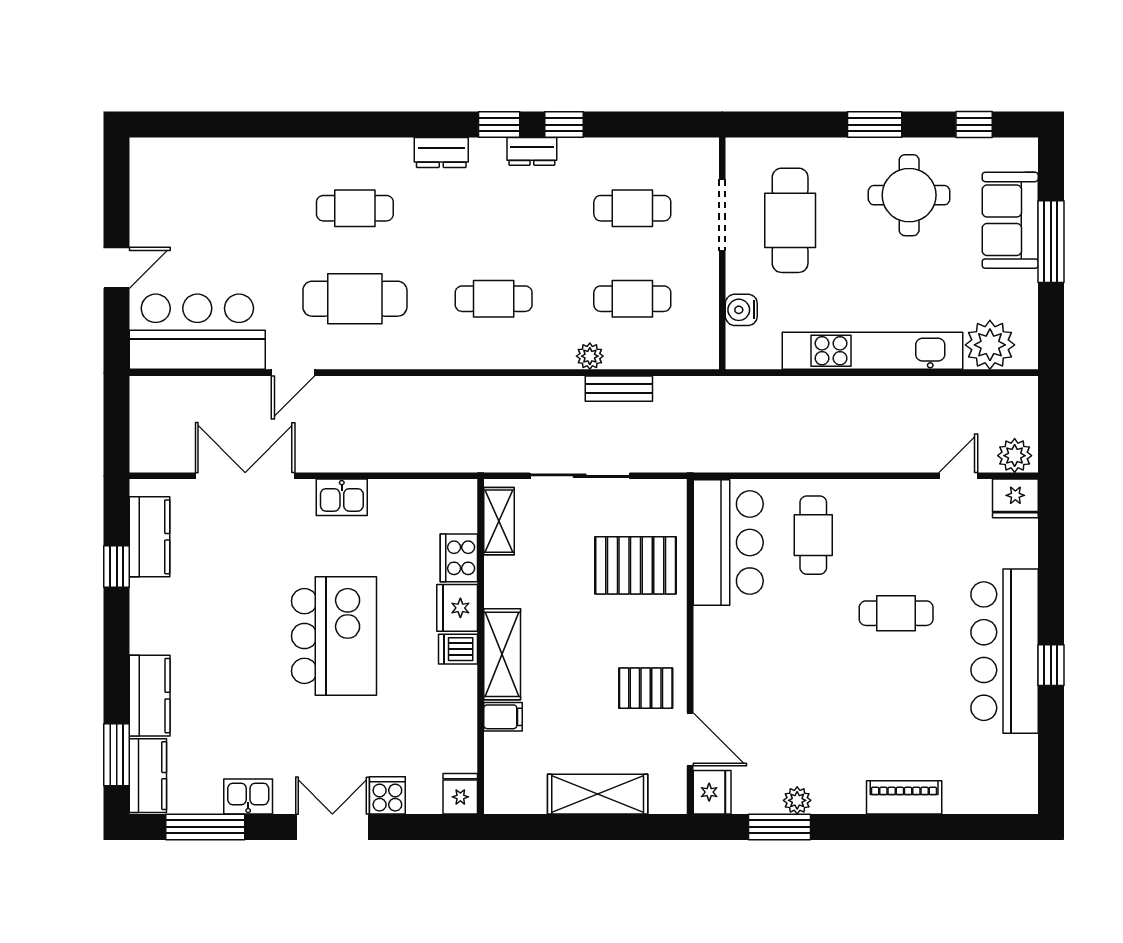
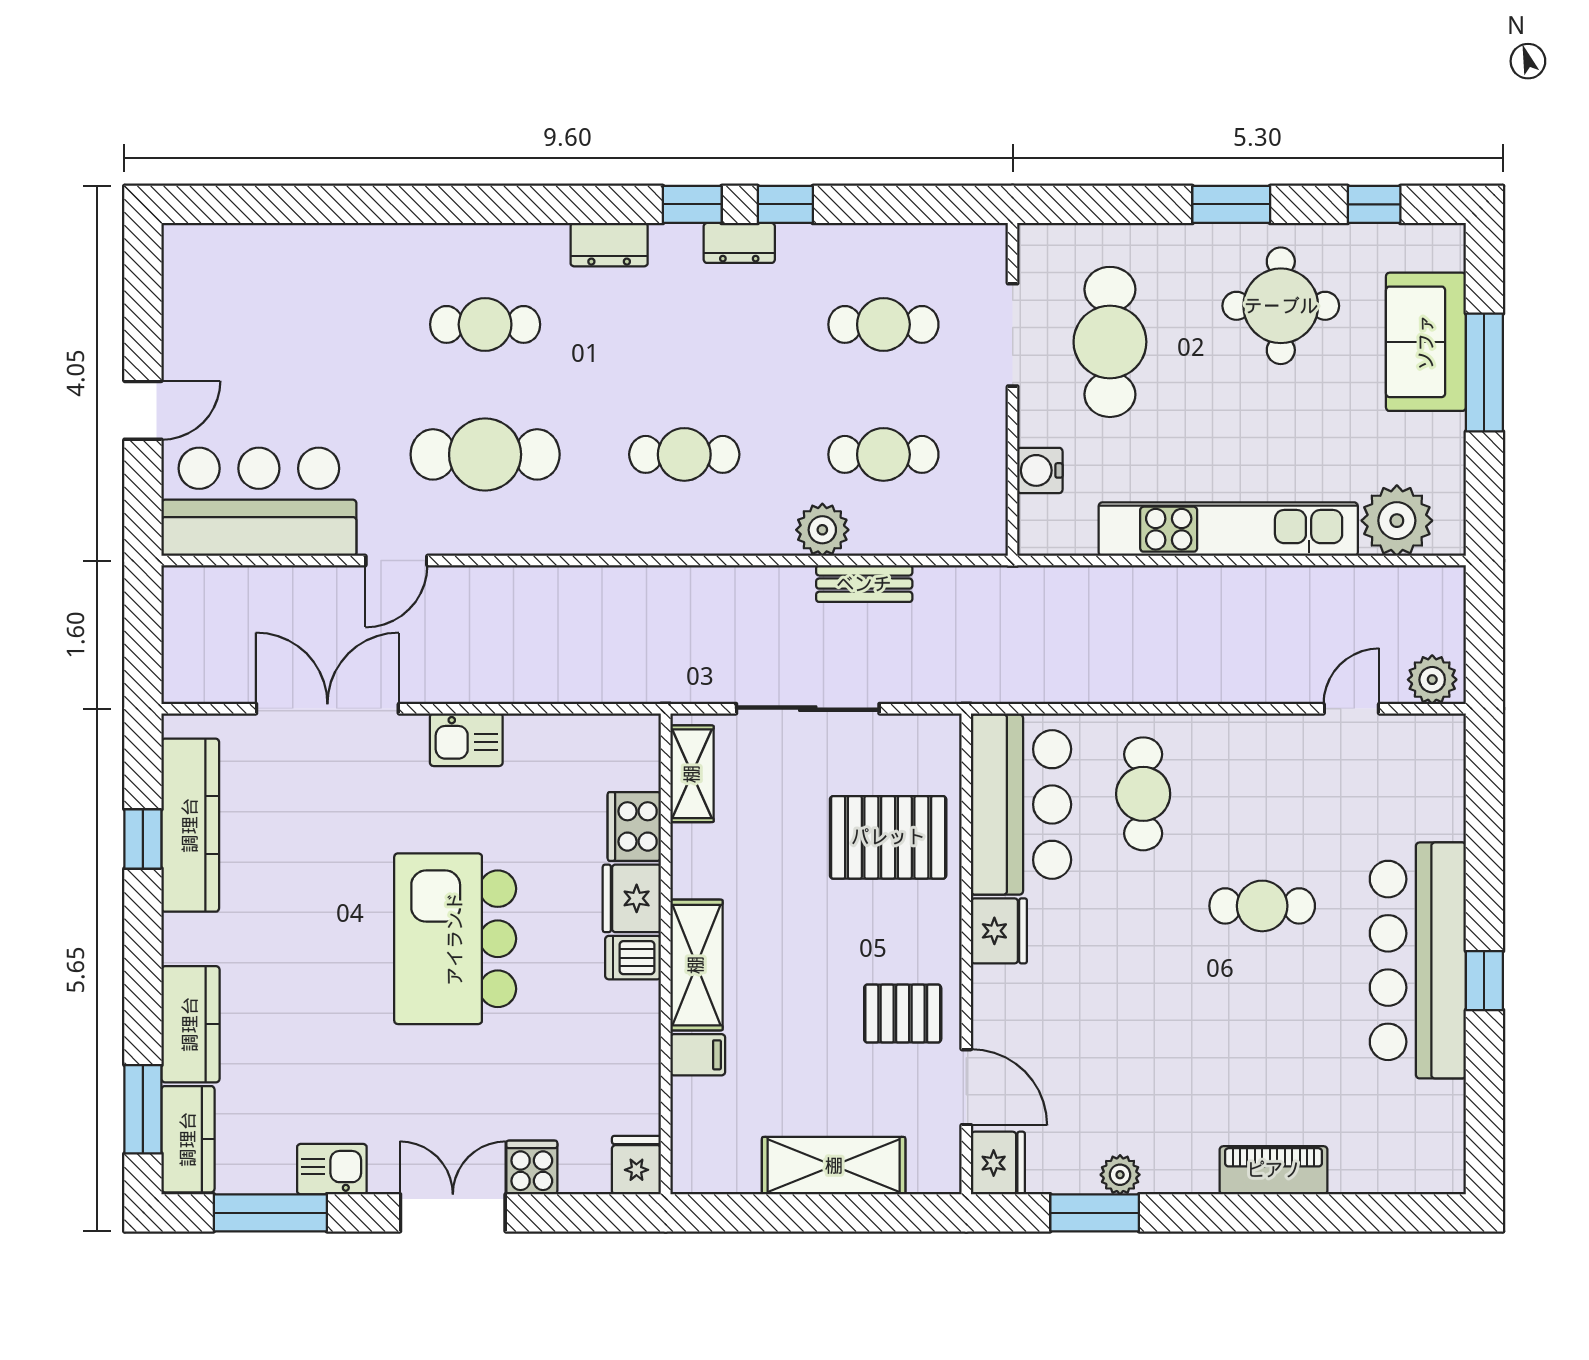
plant: (590, 356) -> (822, 530), width x1.38, depth x1.38
fridge: (1015, 498) -> (999, 931), moved, turned -90
kitchen counter: (150, 537) -> (190, 825), width x1.50
kitchen island: (334, 636) -> (455, 939), turned 180

